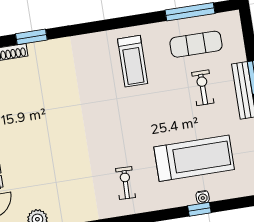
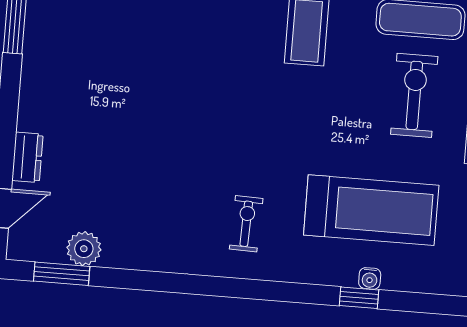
exercise bike: (203, 88) -> (414, 95), width x1.38, depth x1.39

